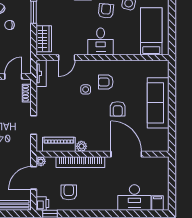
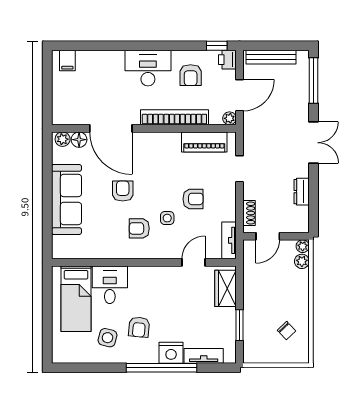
chair: (10, 25) -> (273, 308), removed
desk: (101, 41) -> (110, 285), moved
armchair: (106, 82) -> (139, 228), turned 180
armchair: (67, 103) -> (193, 199), added
plant: (81, 146) -> (63, 139), moved
floor lamp: (149, 146) -> (79, 140), added
desk: (134, 198) -> (148, 68), moved

